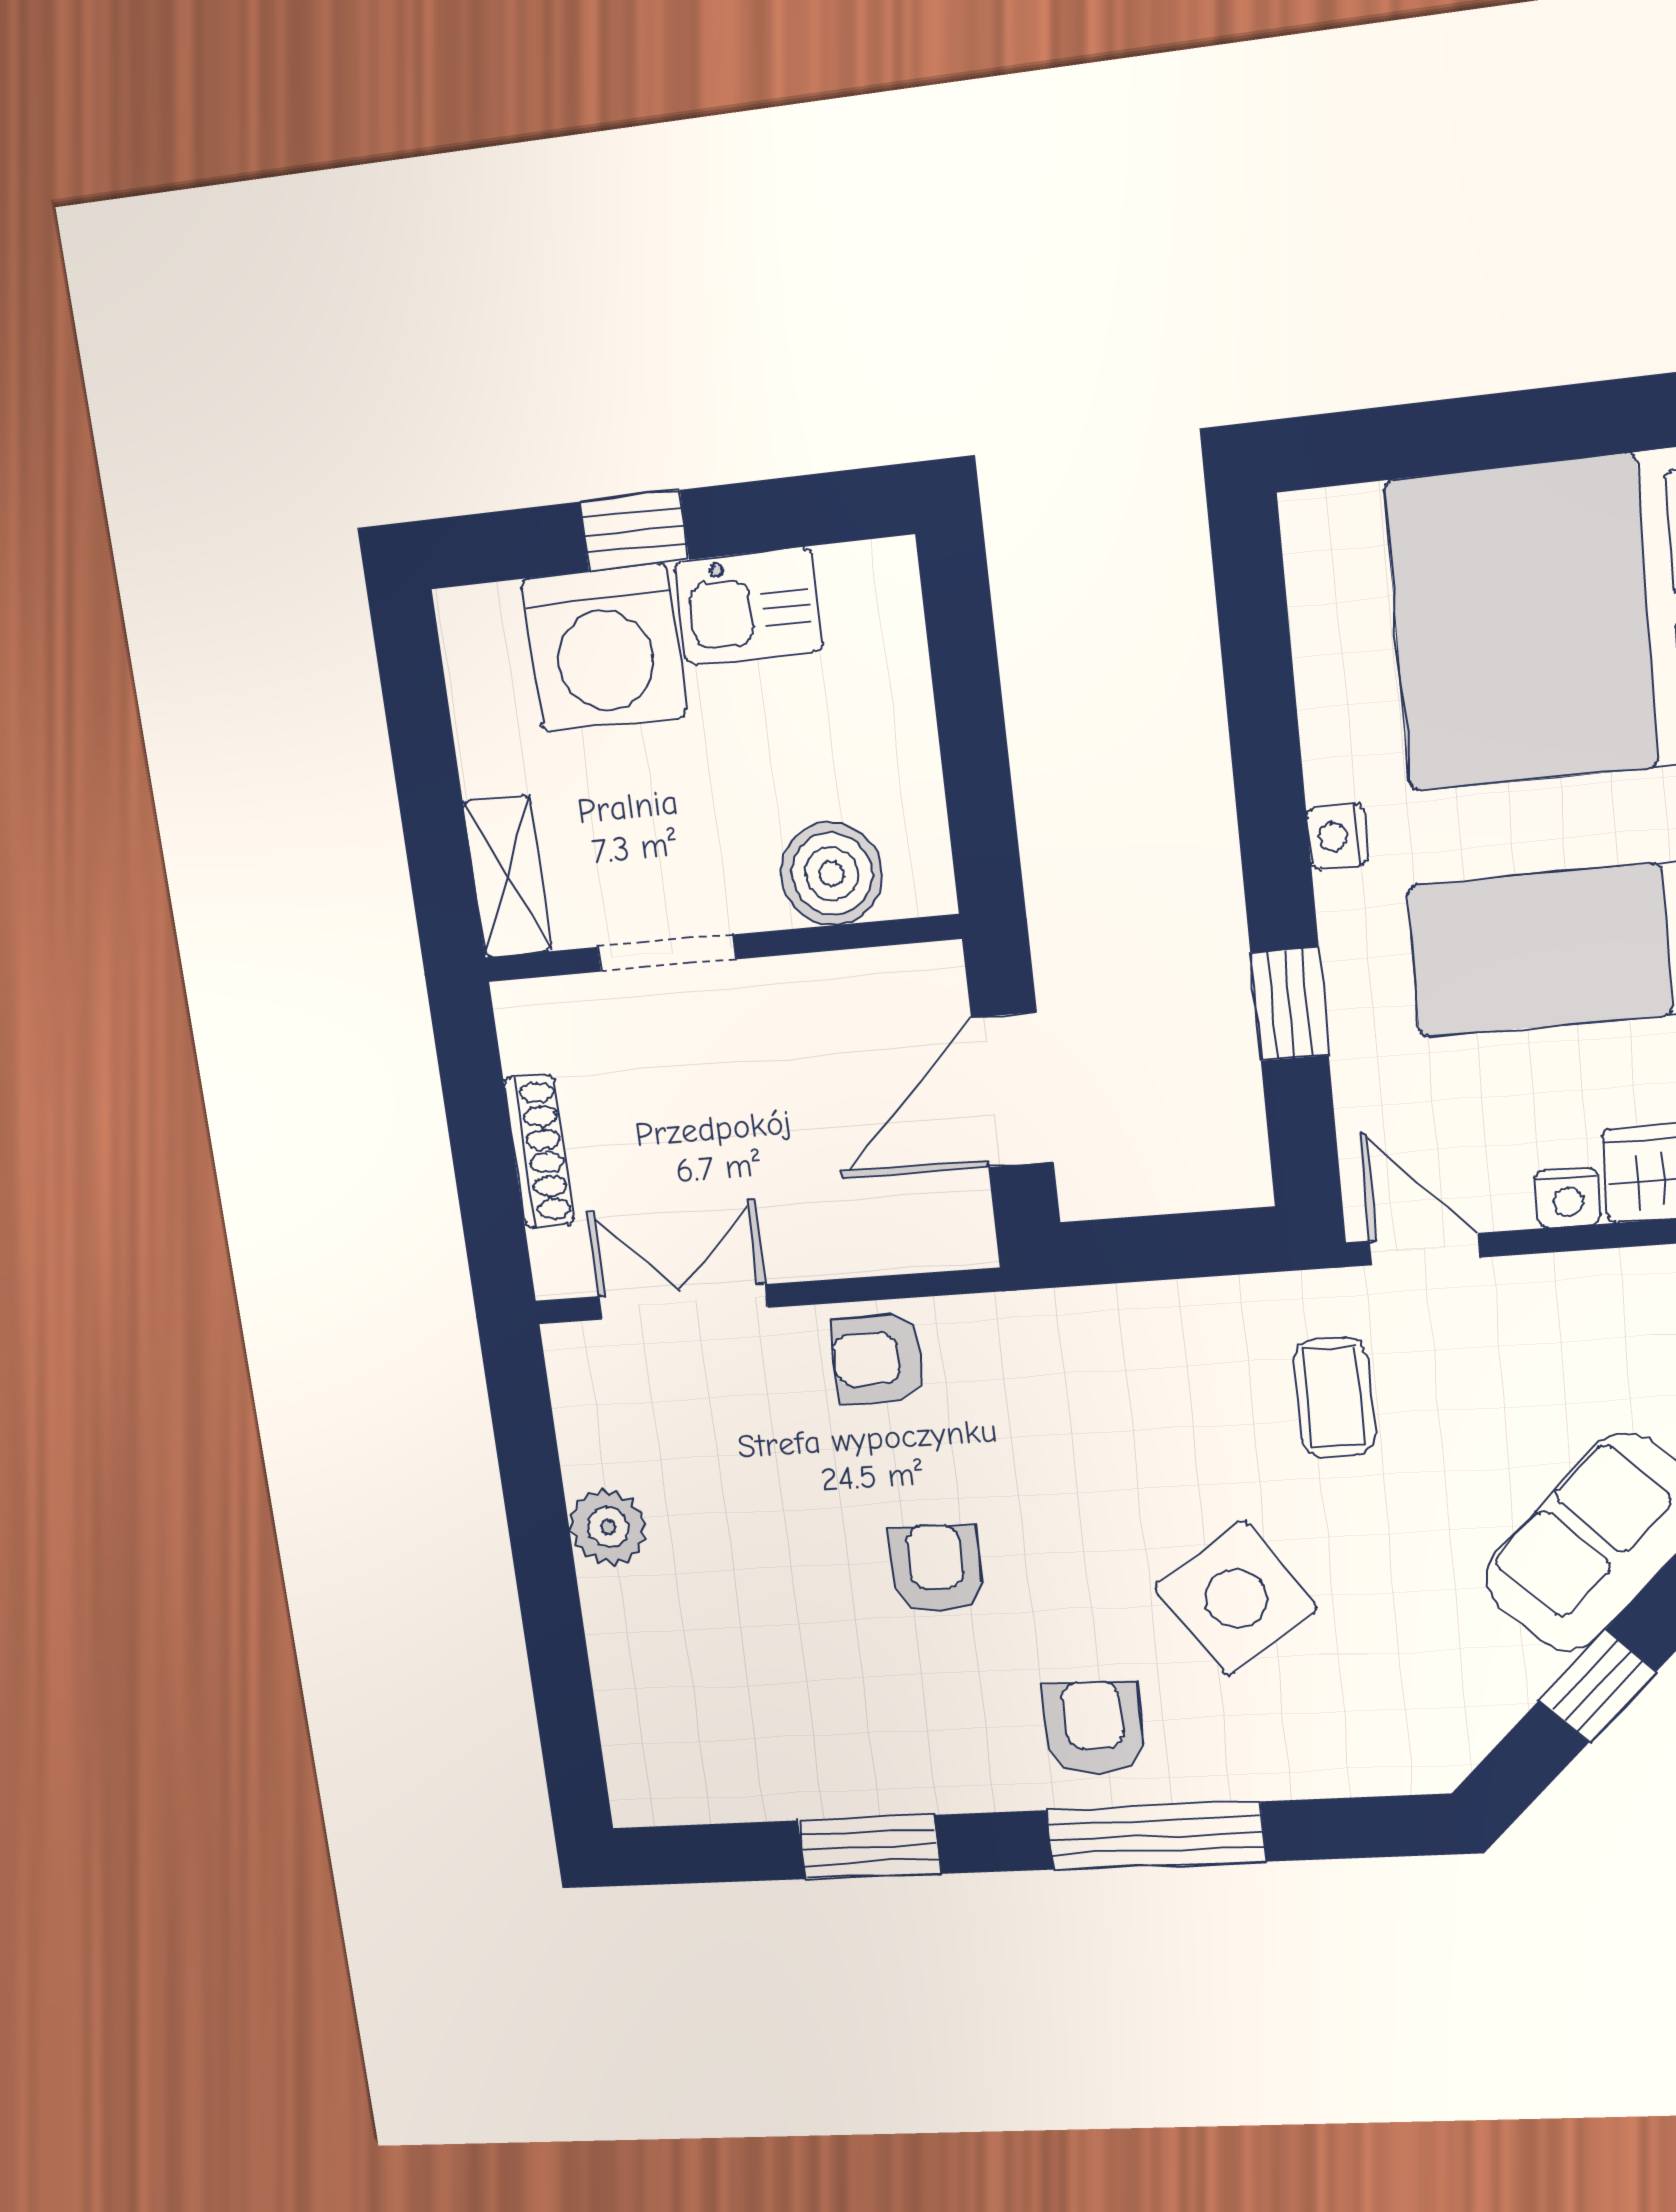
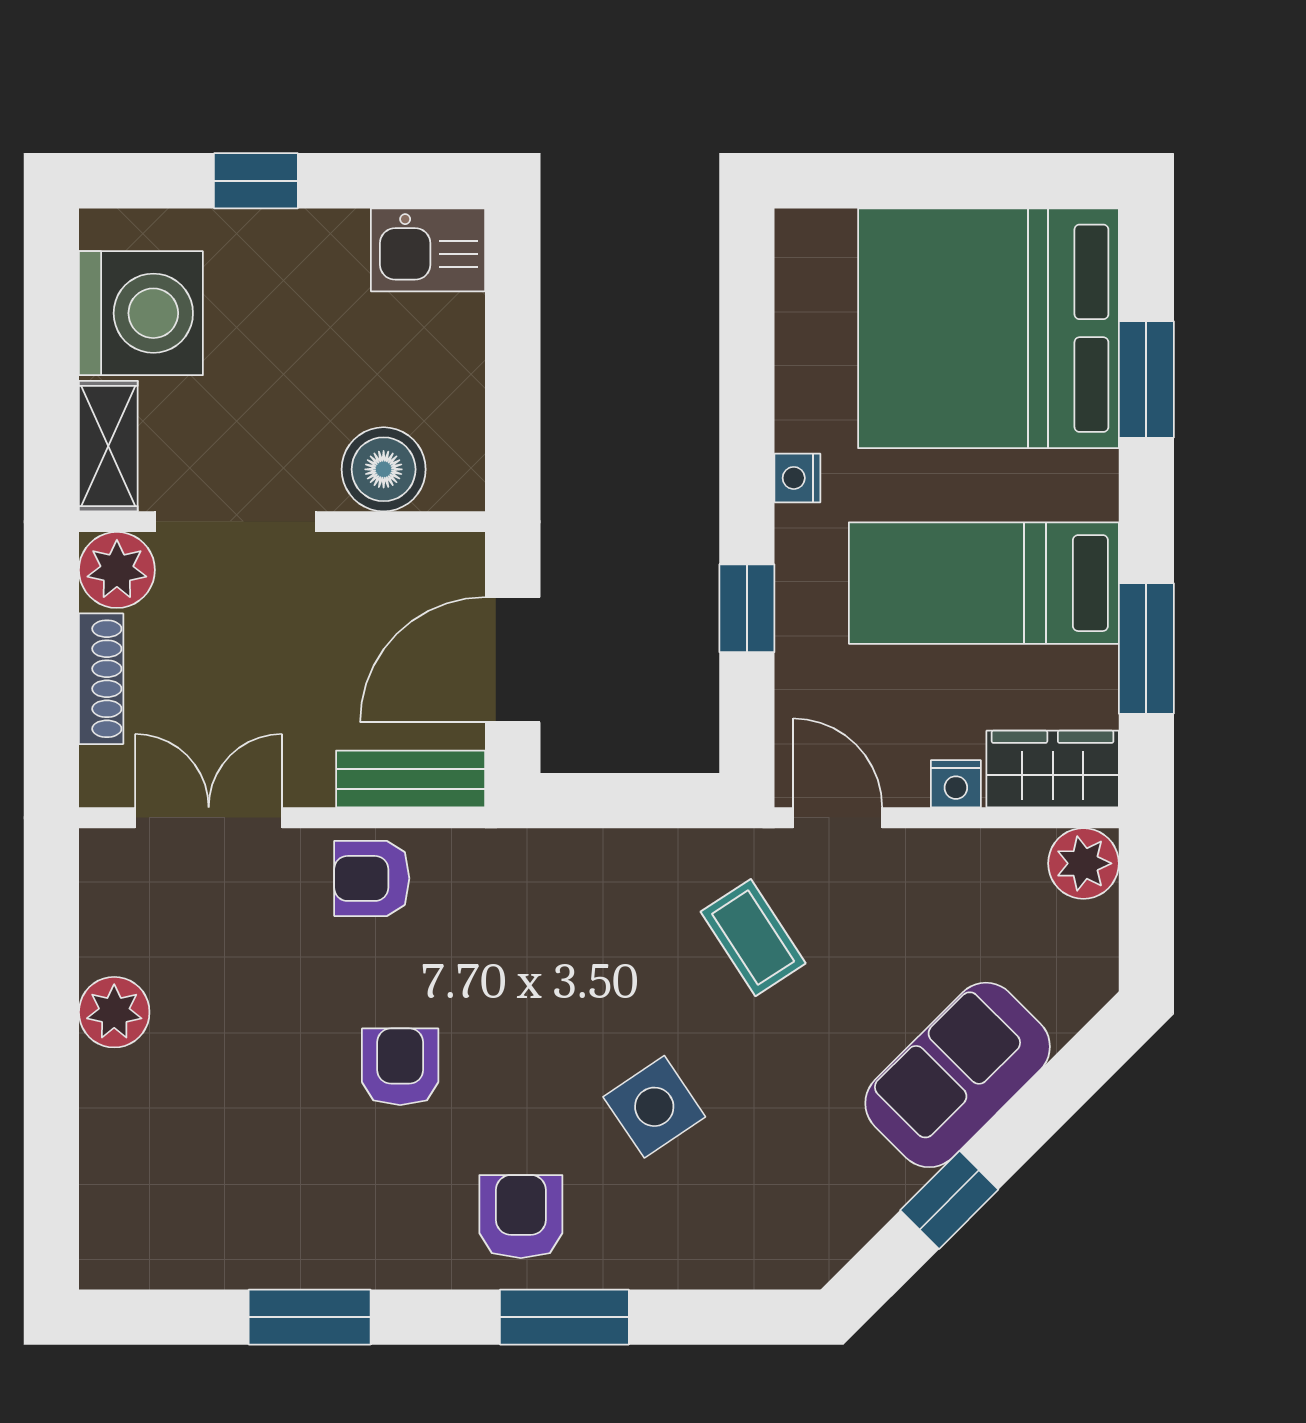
kitchen sink: (749, 606) -> (428, 250), moved
washing machine: (604, 648) -> (141, 313), moved, turned -90
doorway: (667, 953) -> (236, 522), width x1.38
plant: (539, 1023) -> (117, 570), added
bench: (909, 1240) -> (411, 779), added
coffee table: (1334, 1397) -> (753, 938), turned -33
side table: (1236, 1598) -> (654, 1107), width x0.73, depth x0.73
window: (1156, 1836) -> (564, 1317), width x0.69

